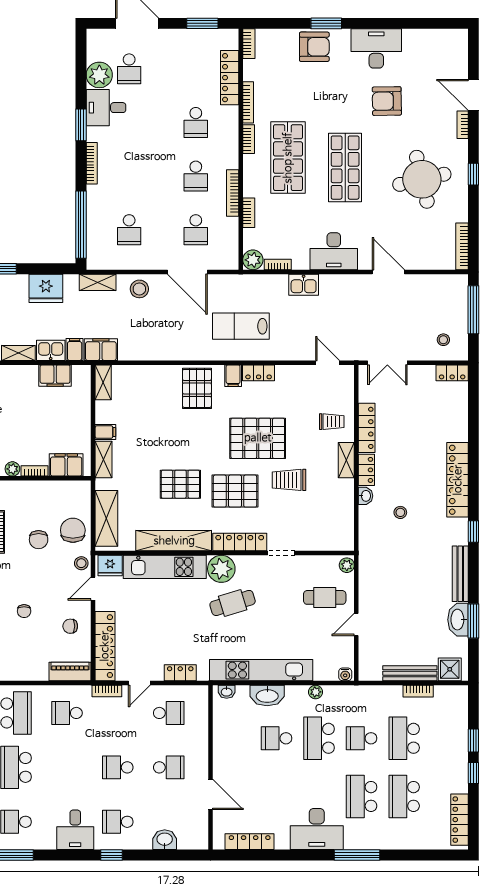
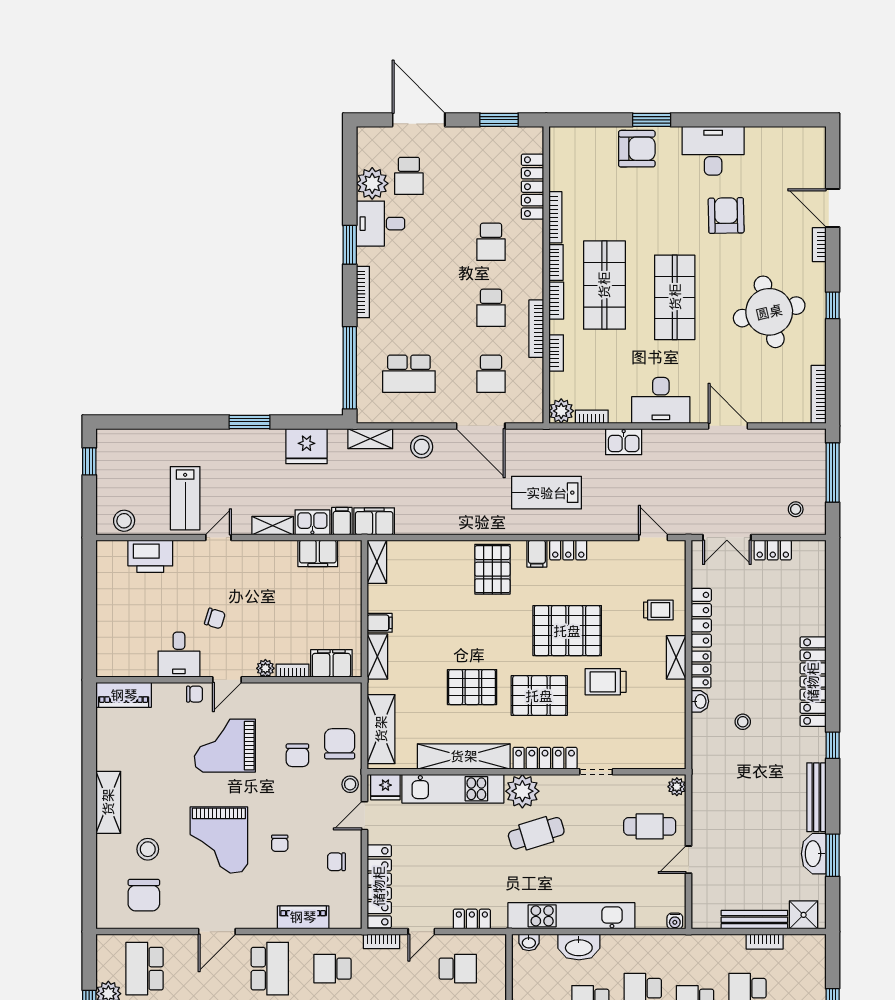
bookcase: (249, 44) -> (556, 301), moved
armchair: (387, 101) -> (726, 216), turned 90
school desk: (129, 230) -> (409, 374), width x1.85
locker: (452, 373) -> (773, 550), moved
piano: (70, 671) -> (303, 917), moved
plant: (316, 692) -> (638, 943), removed

